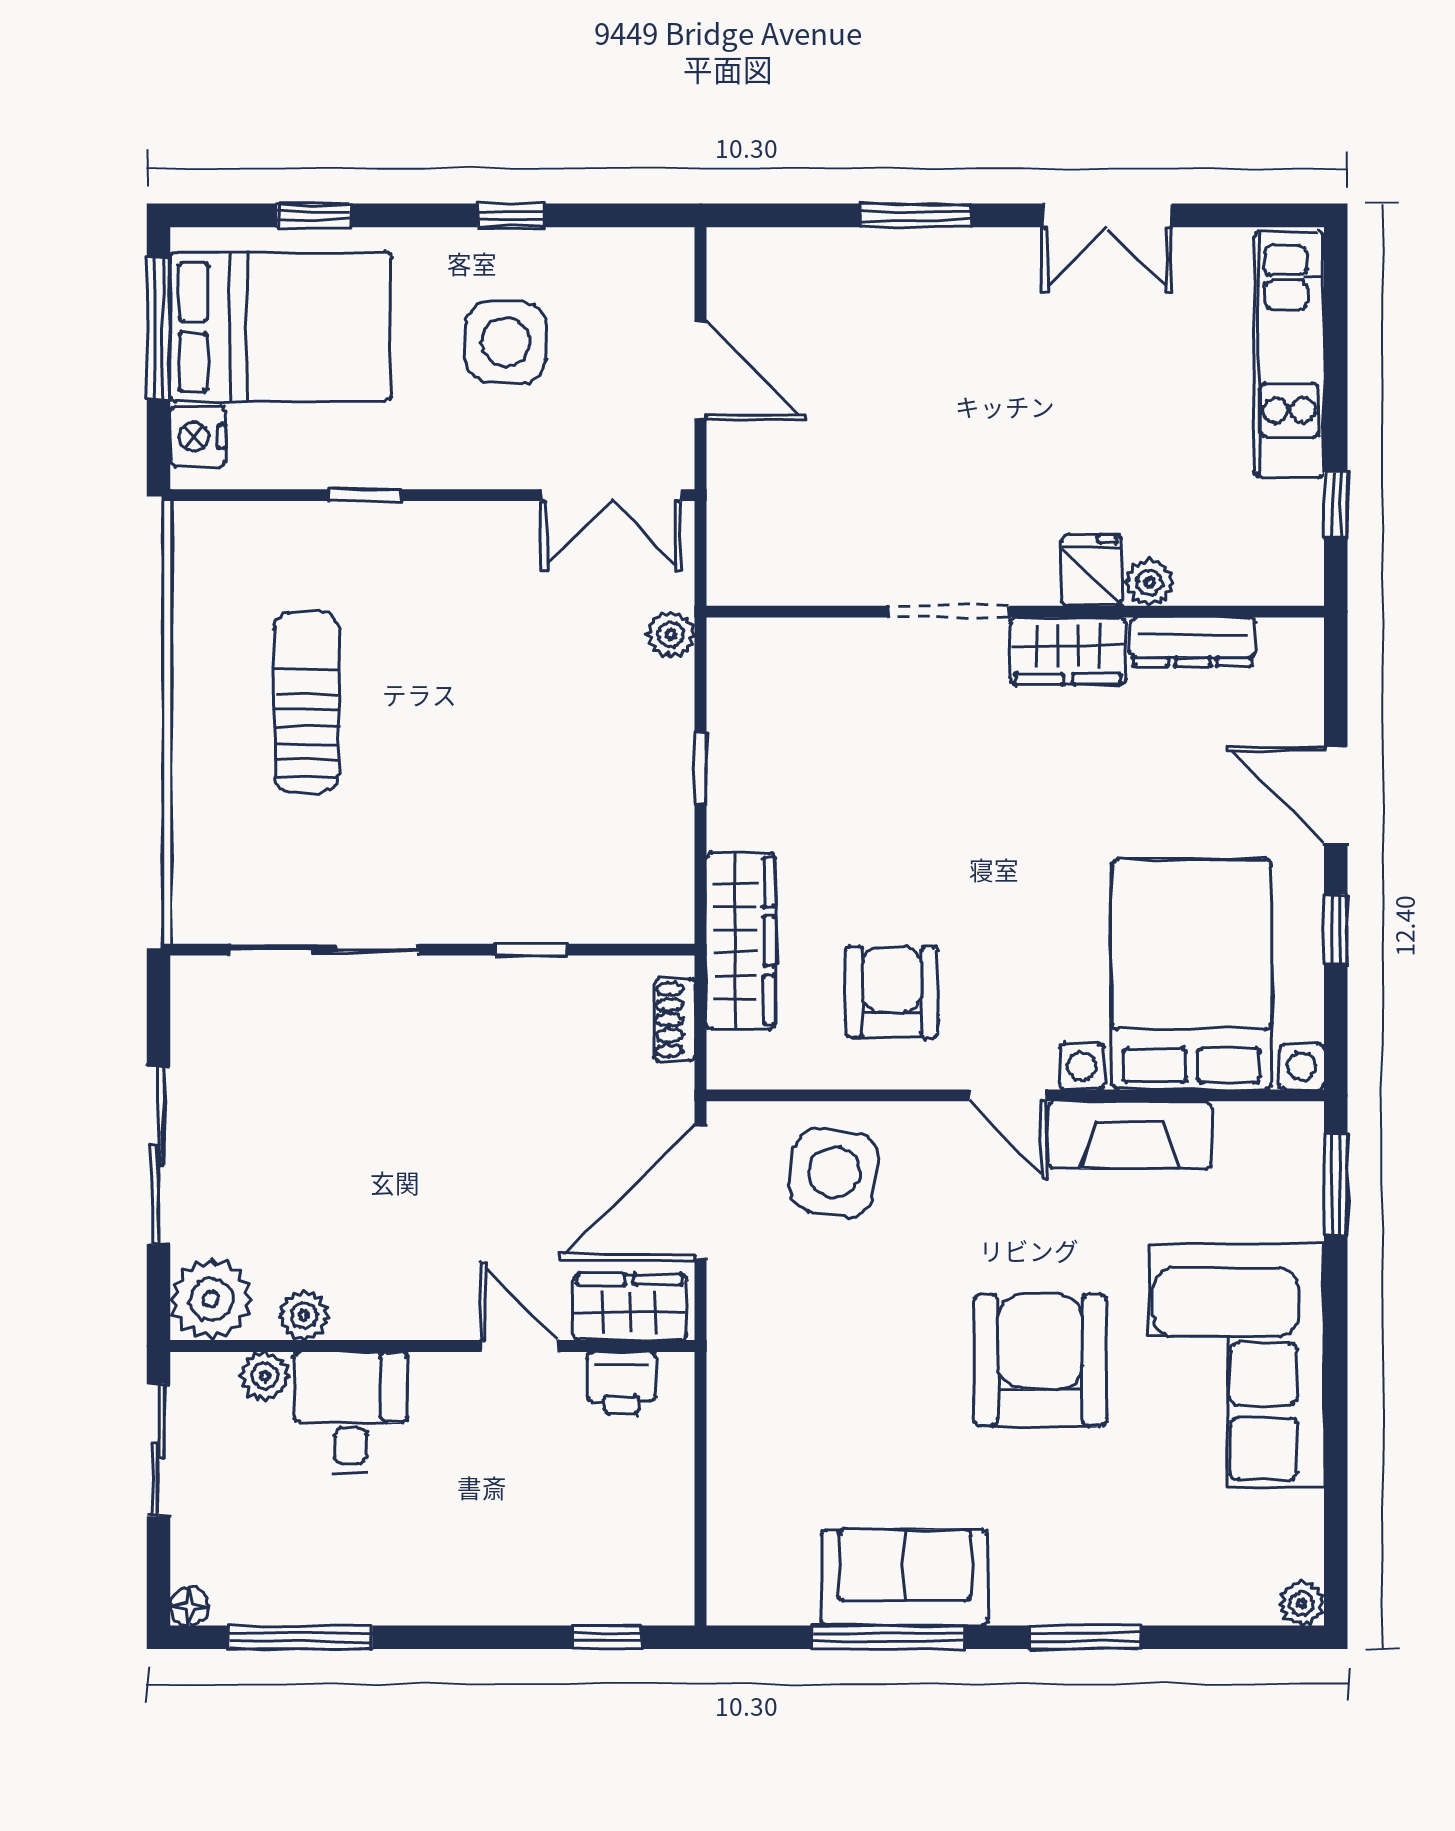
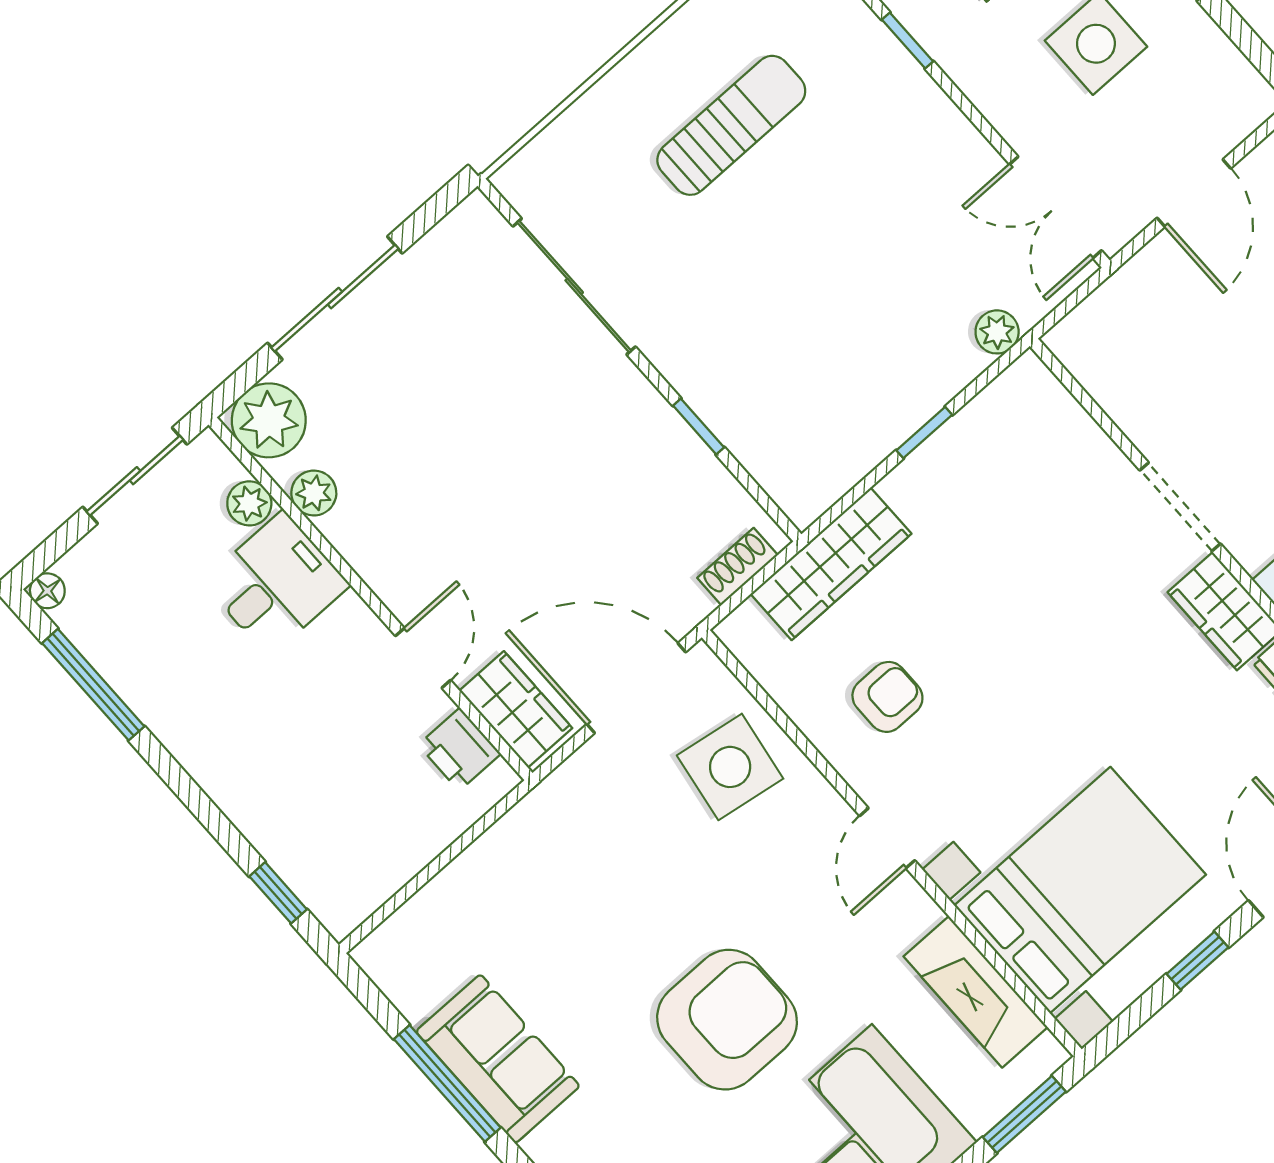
armchair: (892, 992) -> (887, 697), width x0.72, depth x0.72
fireplace: (1130, 1135) -> (976, 992), moved

